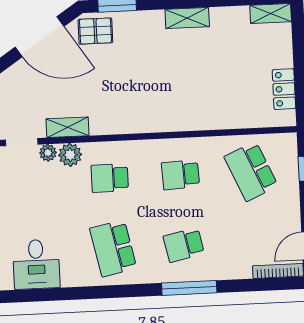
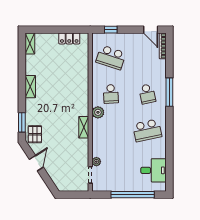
door: (40, 37) -> (36, 163), width x0.53
shelving: (67, 127) -> (84, 127), moved
plant: (70, 155) -> (98, 112), moved
school desk: (251, 171) -> (111, 57), turned 42
school desk: (110, 178) -> (111, 130), removed

